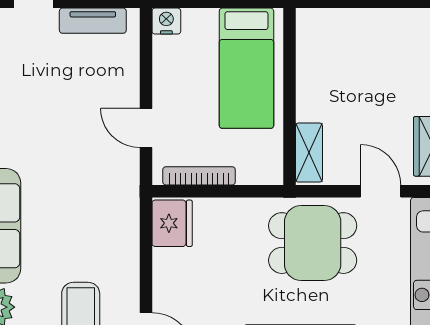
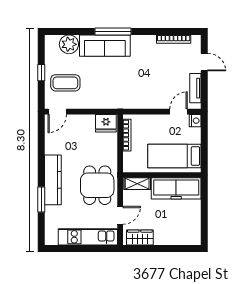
freezer: (320, 64) -> (176, 188), added
door: (146, 128) -> (179, 112), moved

